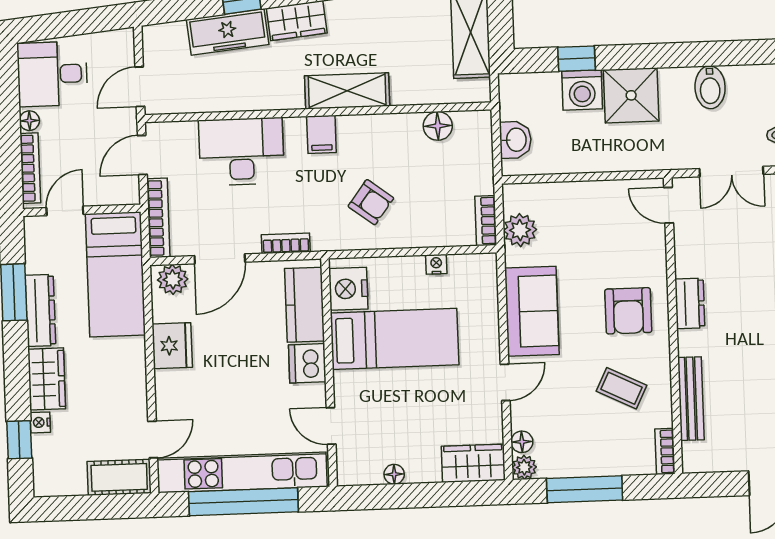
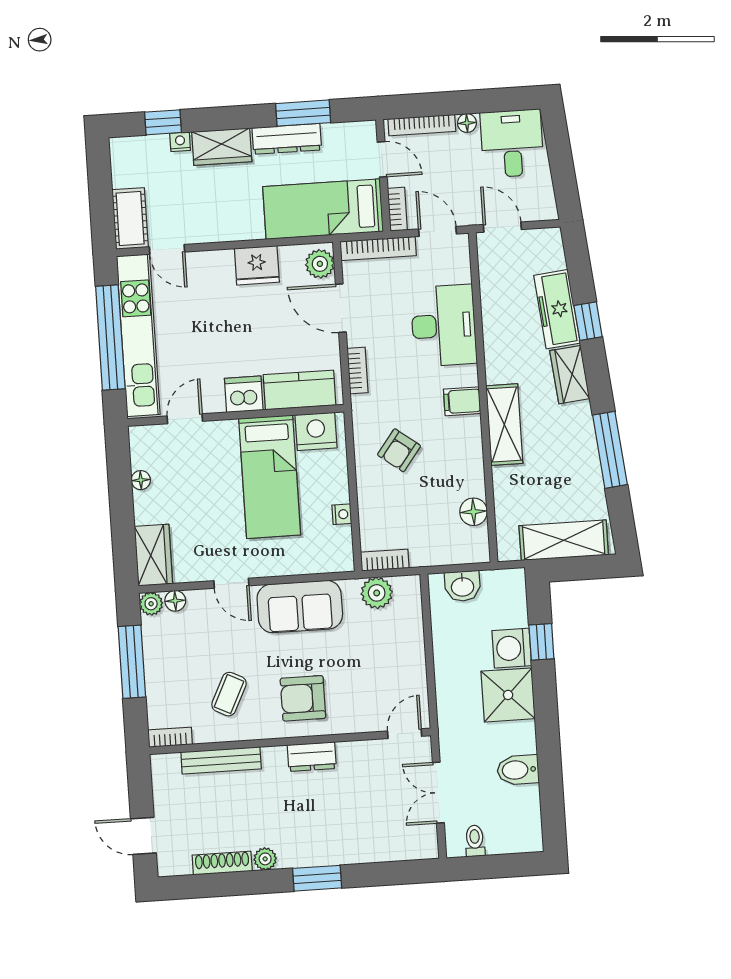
bookcase: (118, 196) -> (397, 209), added

